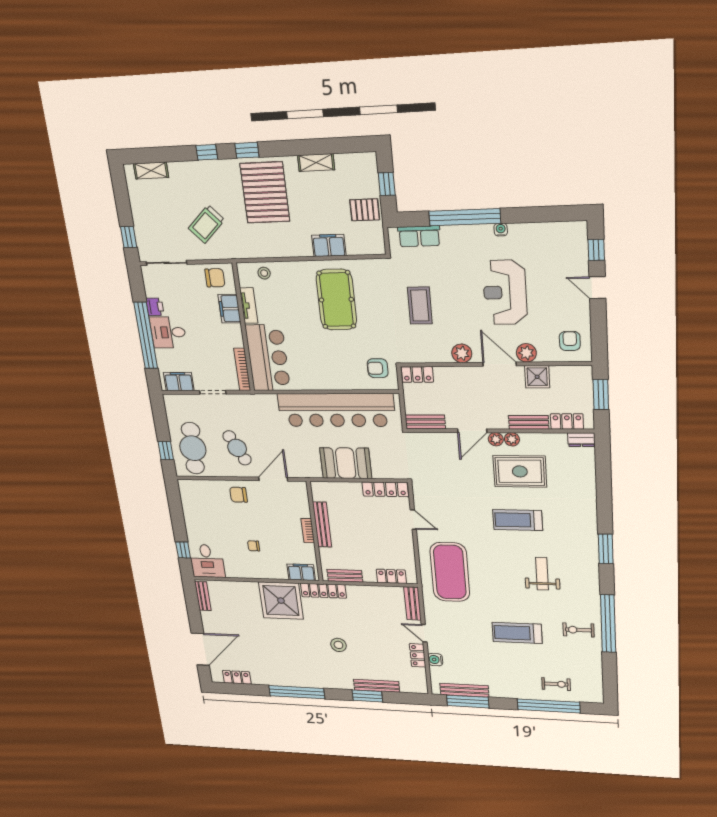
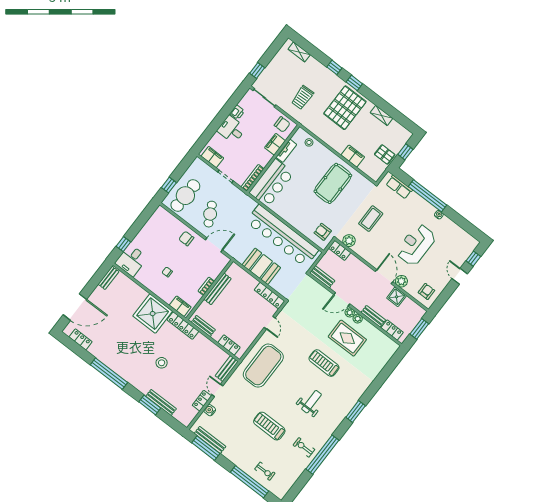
trolley: (207, 224) -> (303, 97), turned -49
window: (146, 336) -> (218, 121), removed
plant: (462, 353) -> (349, 241), moved
dresser: (581, 440) -> (391, 345), removed

